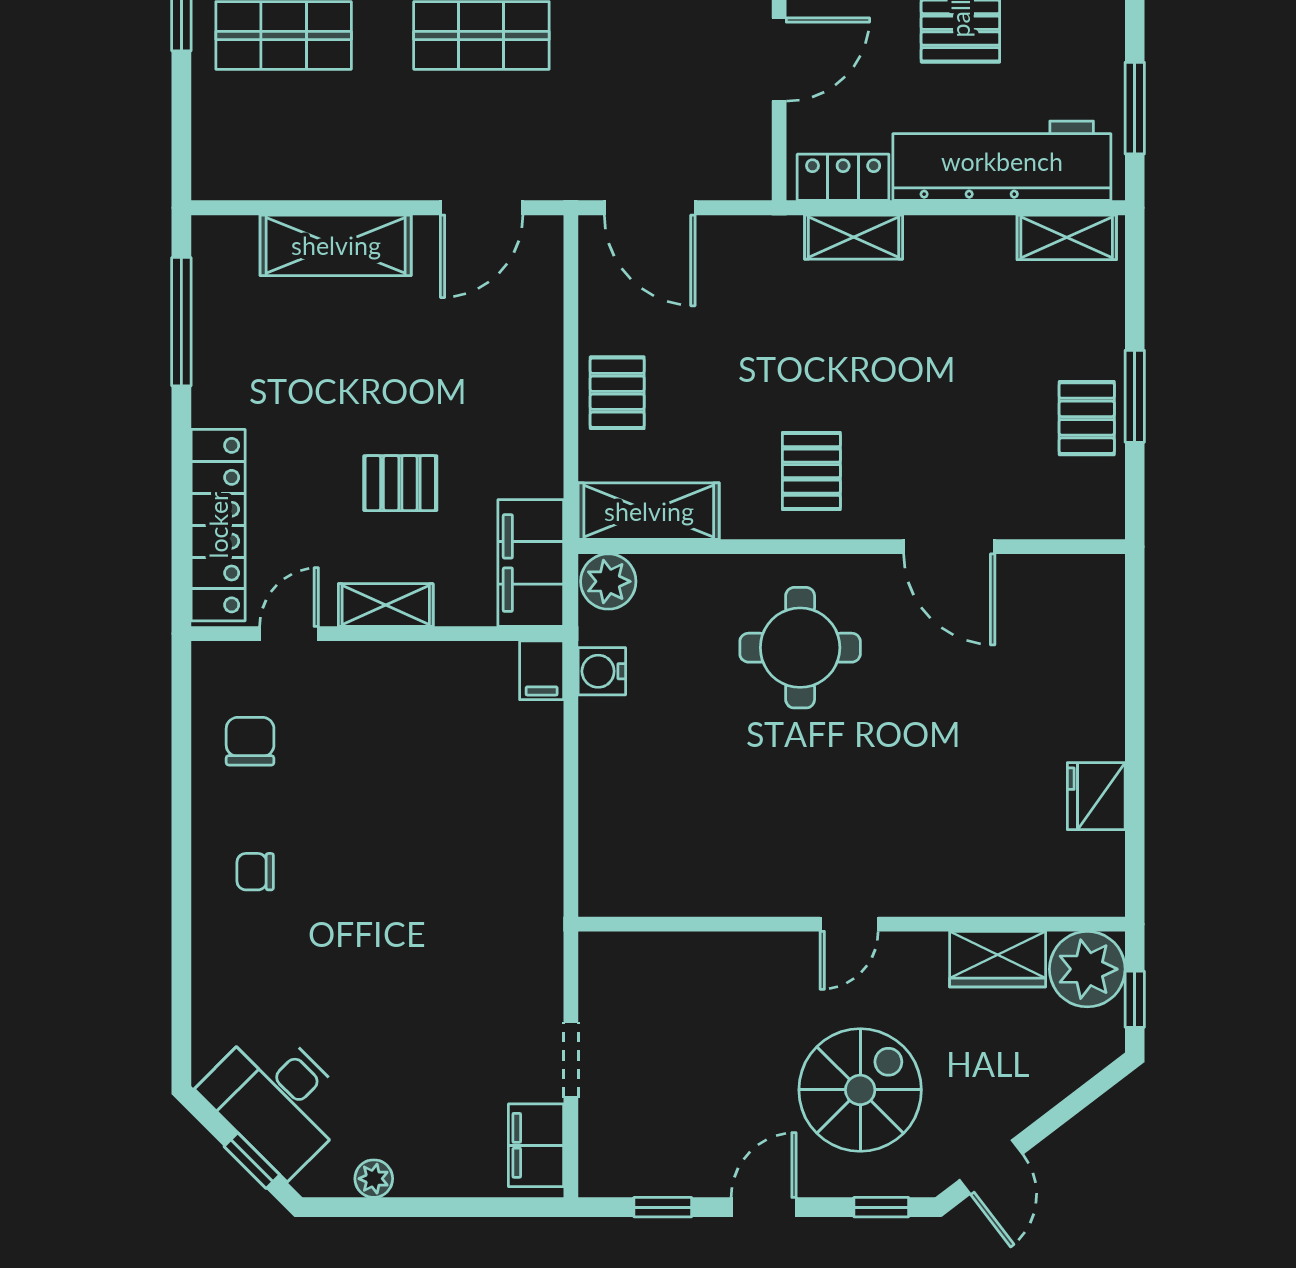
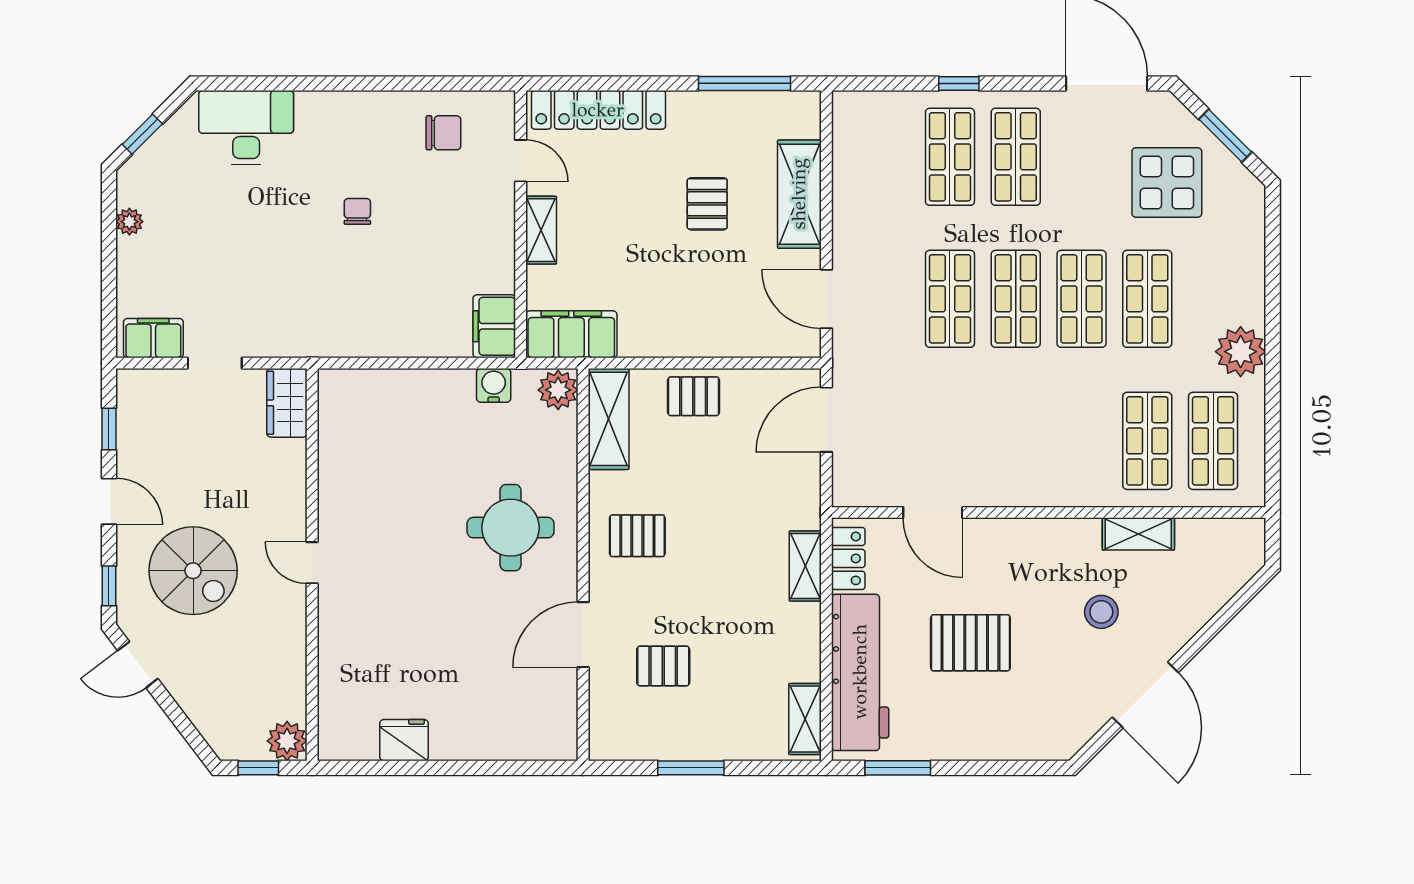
pallet: (1087, 418) -> (663, 666), moved
pallet: (400, 483) -> (707, 204), moved
filing cabinet: (542, 670) -> (494, 326), width x2.00
chair: (255, 872) -> (357, 211), moved
wardrobe: (998, 959) -> (287, 403), moved
plant: (1087, 969) -> (287, 741), width x0.73, depth x0.73
desk: (277, 1099) -> (246, 128), moved, turned 45

